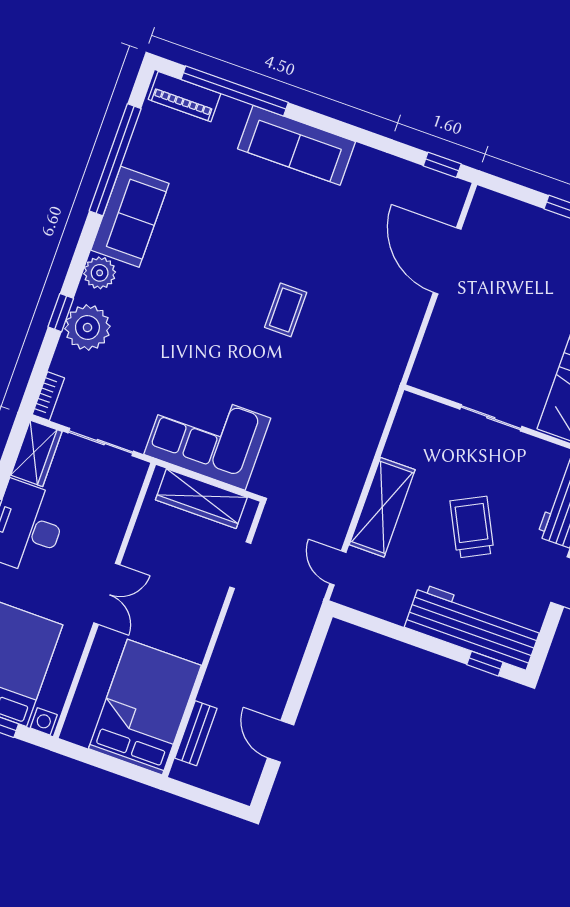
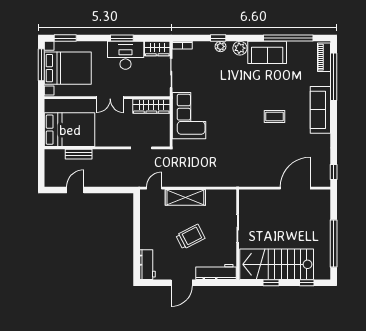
coffee table: (286, 310) -> (275, 116), moved
plant: (87, 327) -> (221, 46), width x0.53, depth x0.53
wardrobe: (201, 499) -> (151, 106), moved, turned -90
workbench: (473, 627) -> (147, 265), width x0.53, depth x0.76
window: (485, 664) -> (137, 262), removed
bench: (196, 733) -> (79, 154), moved

